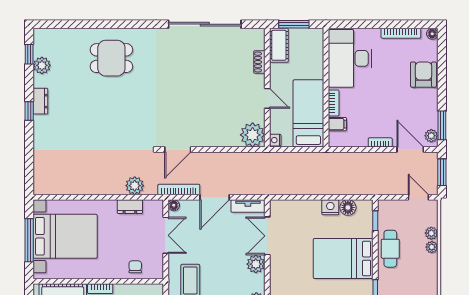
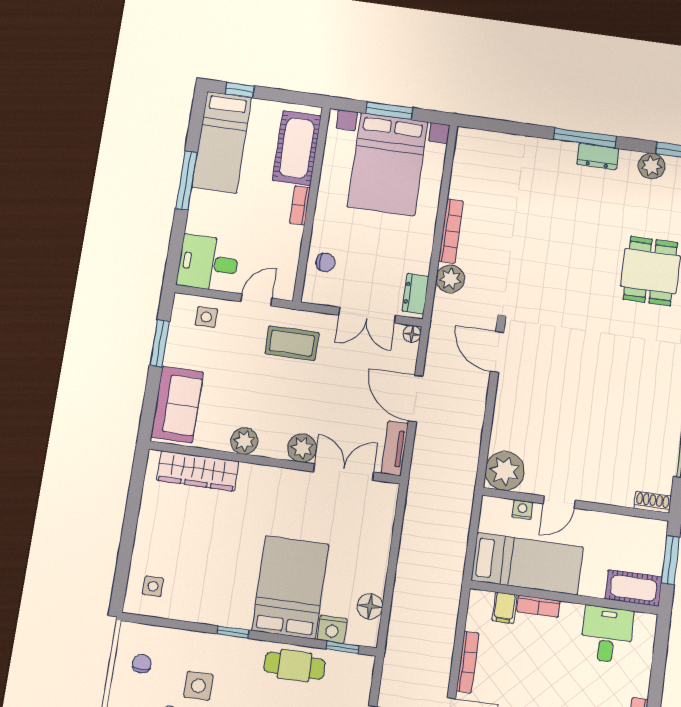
cot: (279, 45) -> (634, 588), moved
desk: (350, 58) -> (607, 634), width x0.53, depth x0.77
shoe rack: (259, 62) -> (653, 502), moved
window: (29, 111) -> (585, 138), width x2.17
nightstand: (275, 140) -> (522, 510), moved
bookcase: (380, 142) -> (468, 662), width x1.56
bookcase: (179, 189) -> (451, 231), moved
dresser: (130, 207) -> (415, 294), moved
nightstand: (330, 207) -> (332, 629), moved, turned 90
window: (29, 240) -> (389, 111), width x0.69

